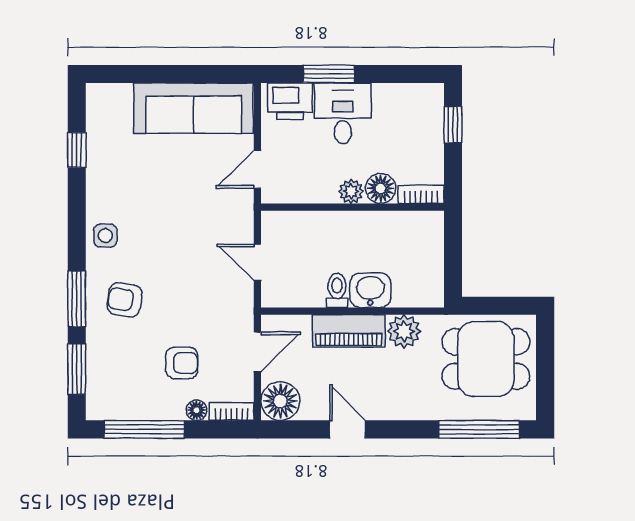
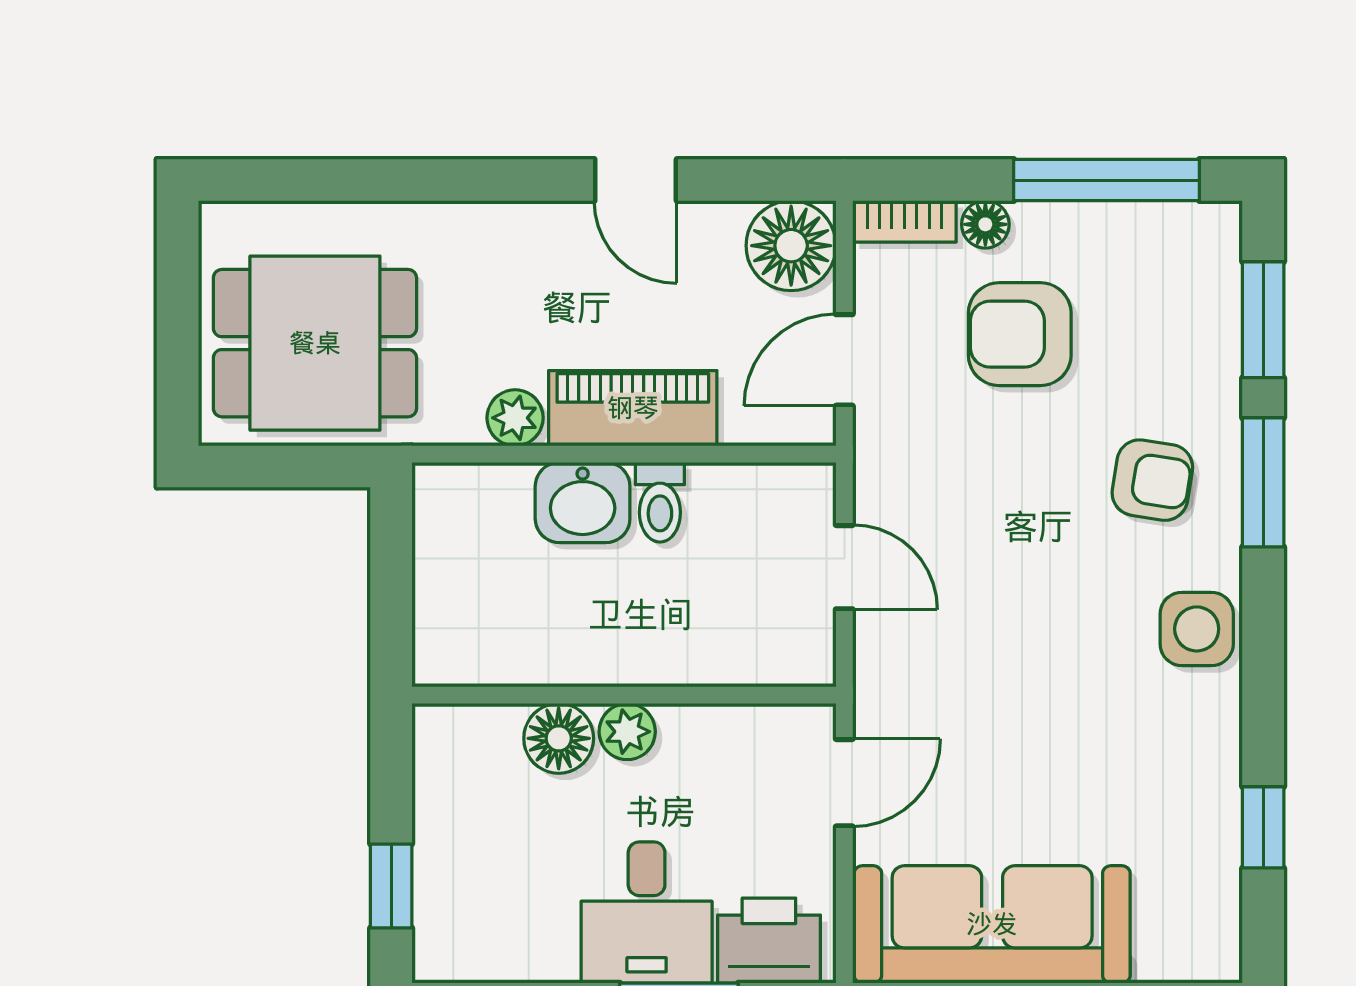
bookcase: (421, 194) -> (465, 725), removed
side table: (105, 236) -> (1197, 629), width x1.37, depth x1.37
plant: (404, 331) -> (515, 418), width x0.73, depth x0.73
armchair: (182, 363) -> (1020, 334), width x1.38, depth x1.38
window: (479, 429) -> (331, 180), removed

